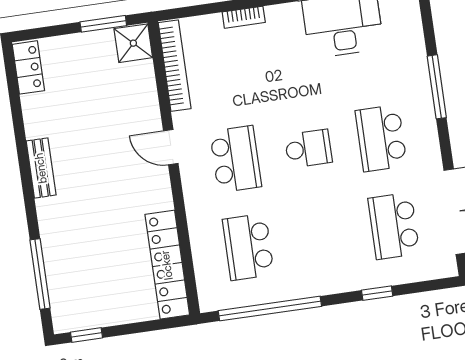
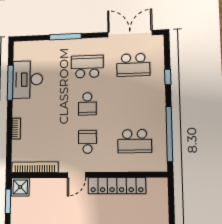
school desk: (381, 138) -> (87, 67), turned 180
school desk: (308, 149) -> (87, 104), turned 180
school desk: (236, 159) -> (87, 142), width x0.54
locker: (167, 265) -> (117, 186), moved

